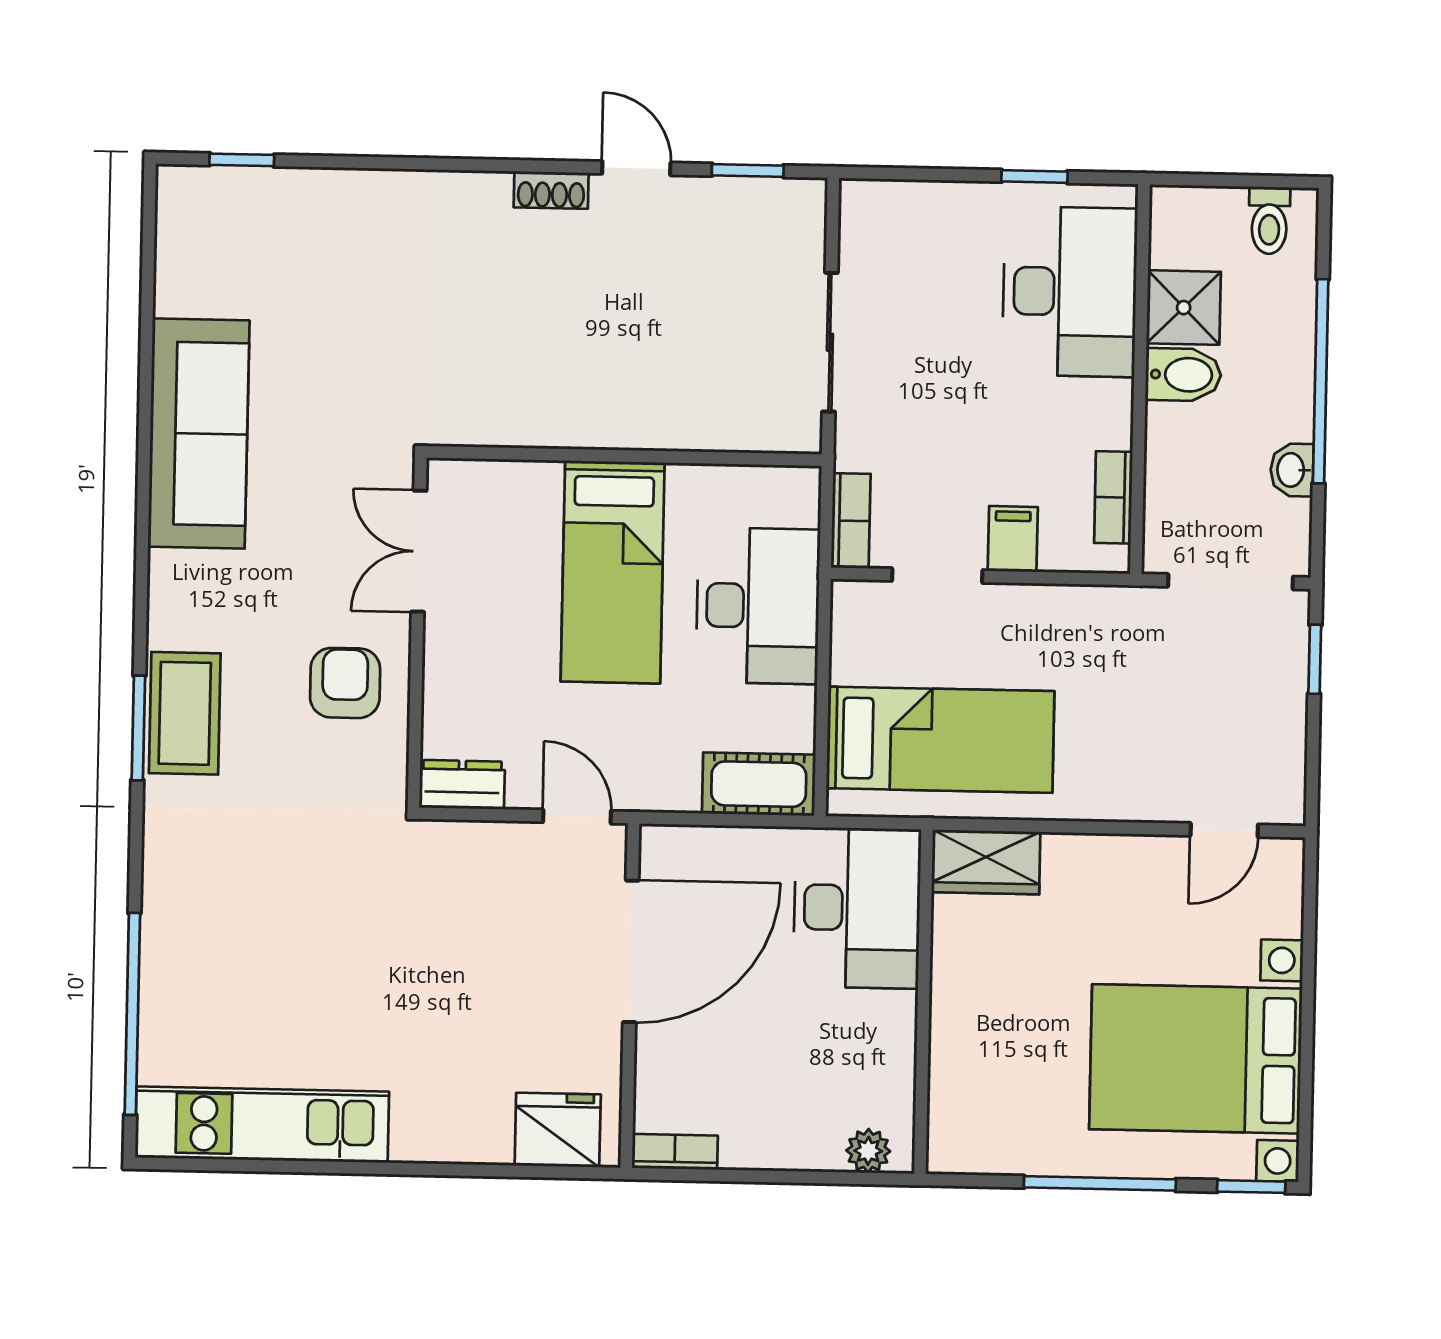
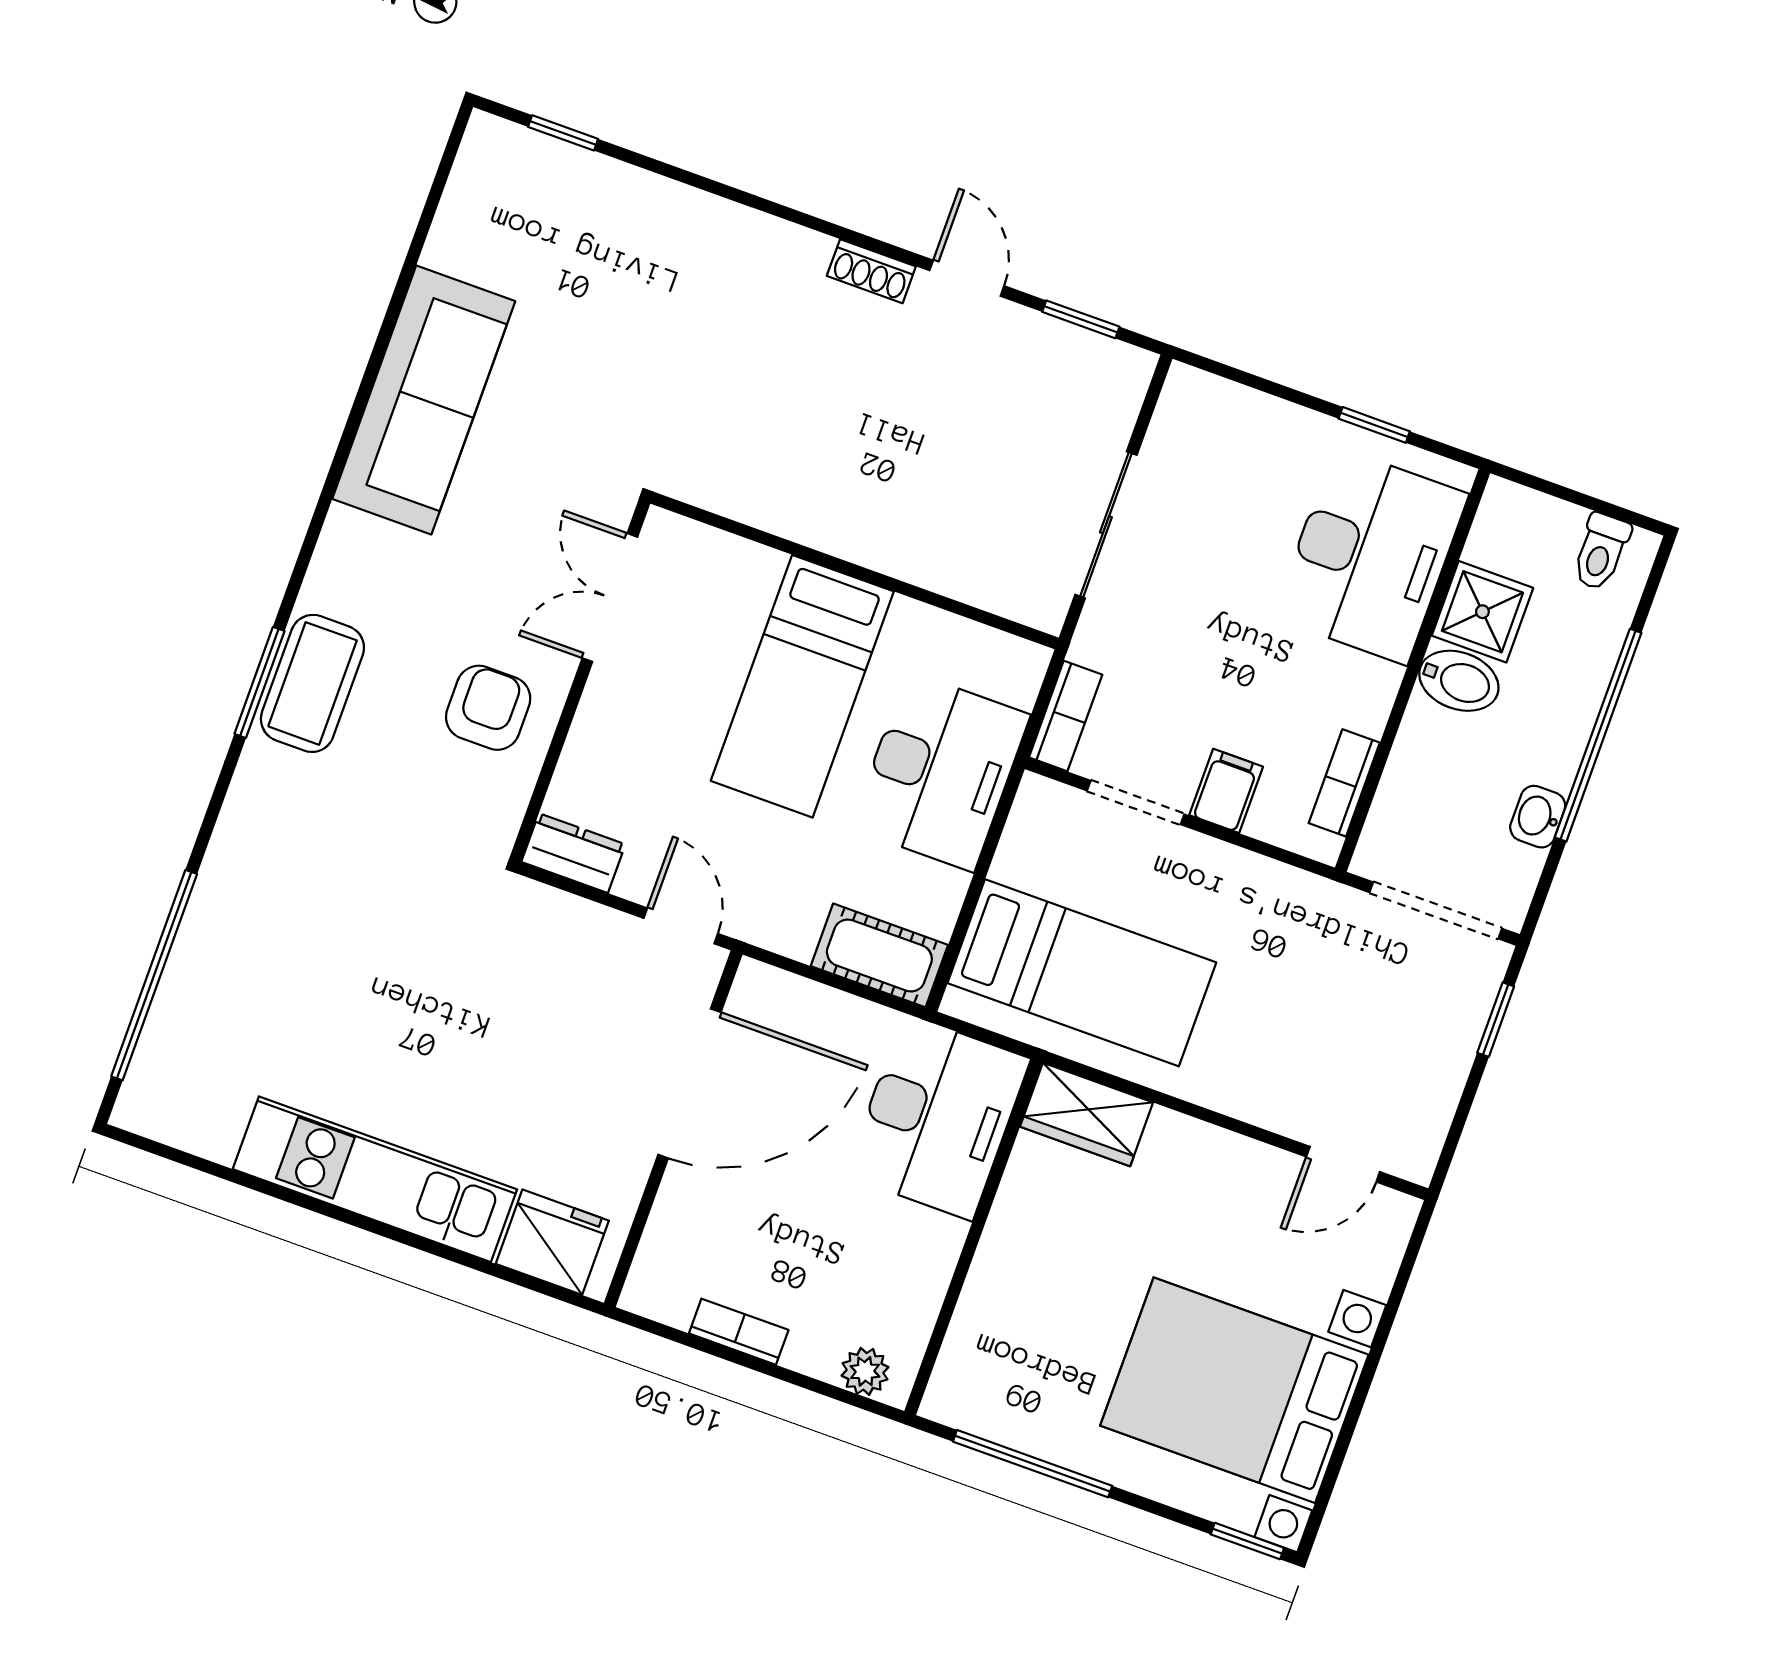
kitchen unit: (262, 1125) -> (375, 1179), moved
bookcase: (675, 1152) -> (739, 1332), moved
window: (1100, 1183) -> (1033, 1464), moved

